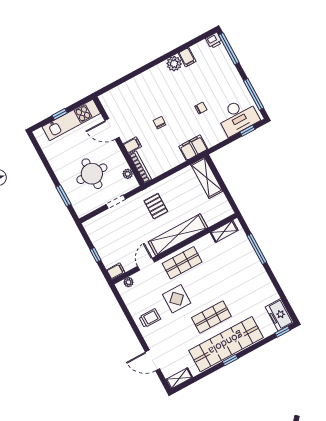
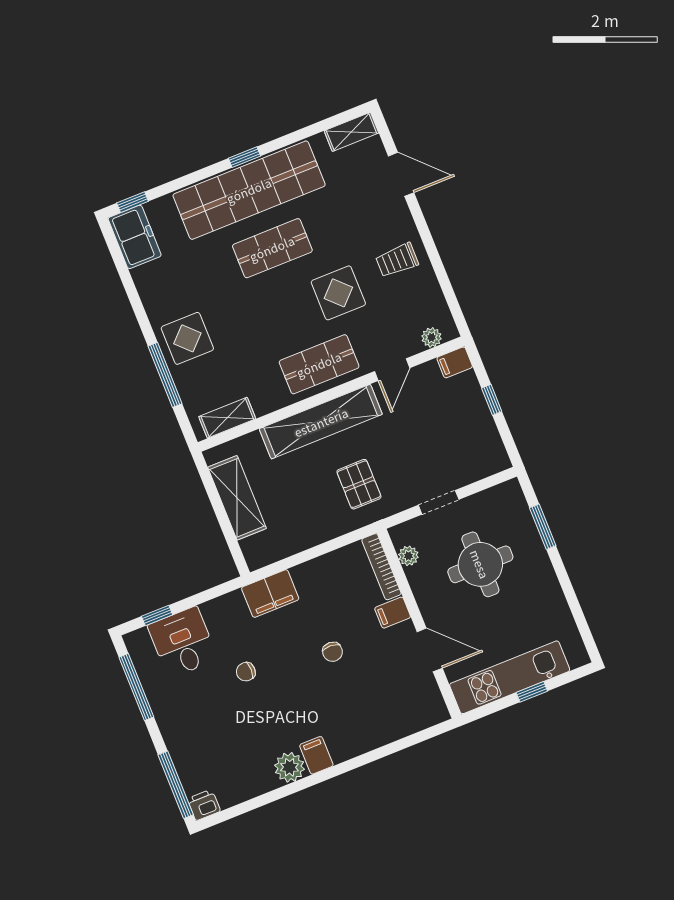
filing cabinet: (187, 57) -> (316, 755), moved
desk: (238, 117) -> (183, 642), width x0.73
shelving: (207, 178) -> (237, 498), moved
display table: (248, 268) -> (187, 338), added

